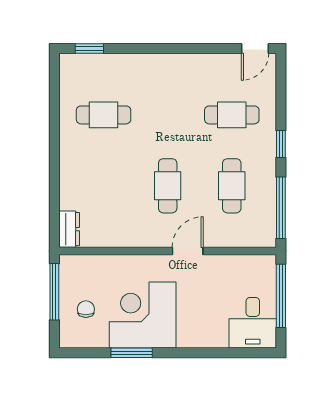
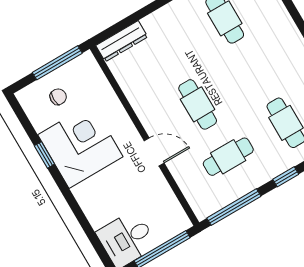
cafe table: (168, 186) -> (198, 104), turned 90
dresser: (69, 229) -> (122, 41), width x1.44
window: (132, 353) -> (44, 155), width x0.67

